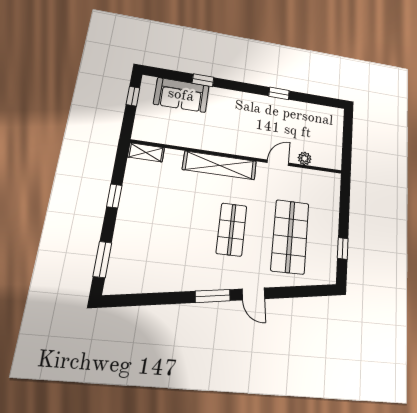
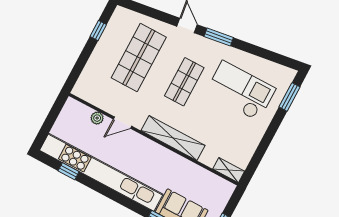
window: (279, 93) -> (69, 171), moved
kitchen unit: (278, 107) -> (101, 172), added
window: (114, 196) -> (265, 143), removed
checkout: (164, 244) -> (240, 91), added

